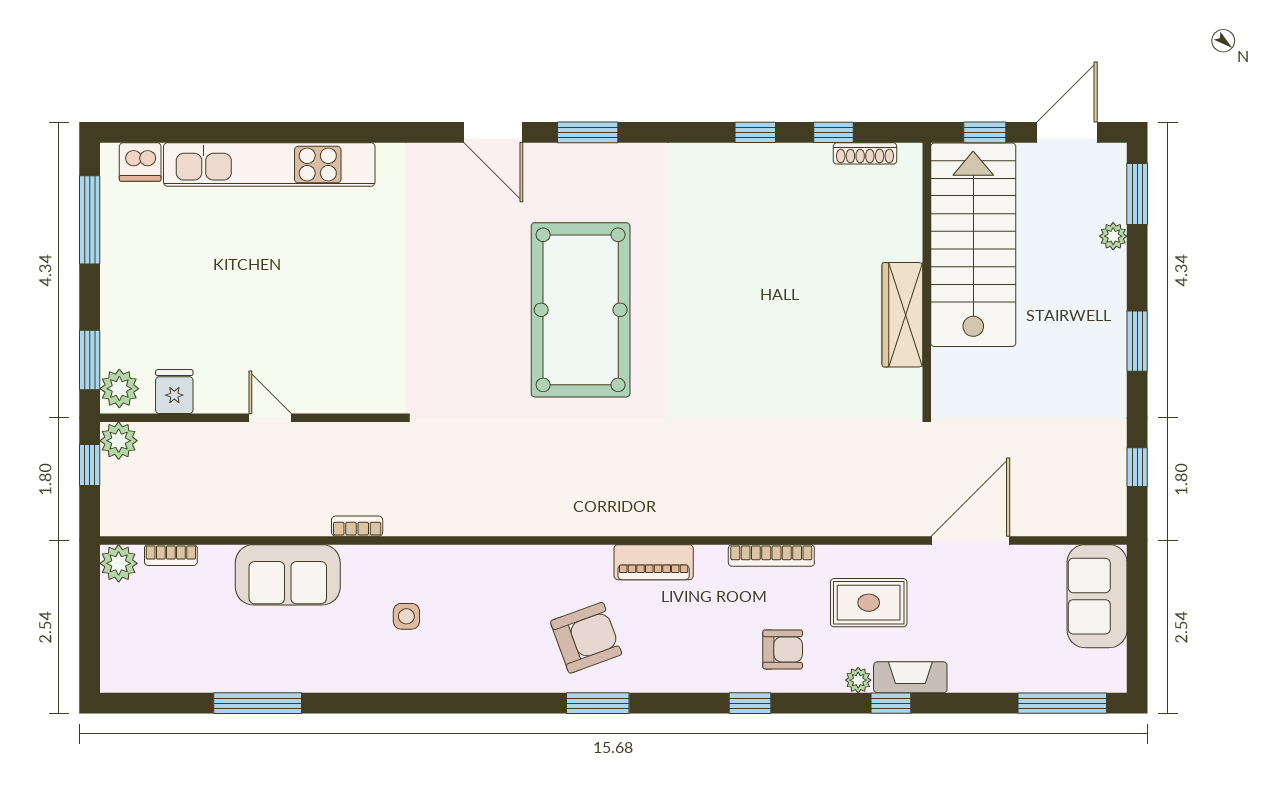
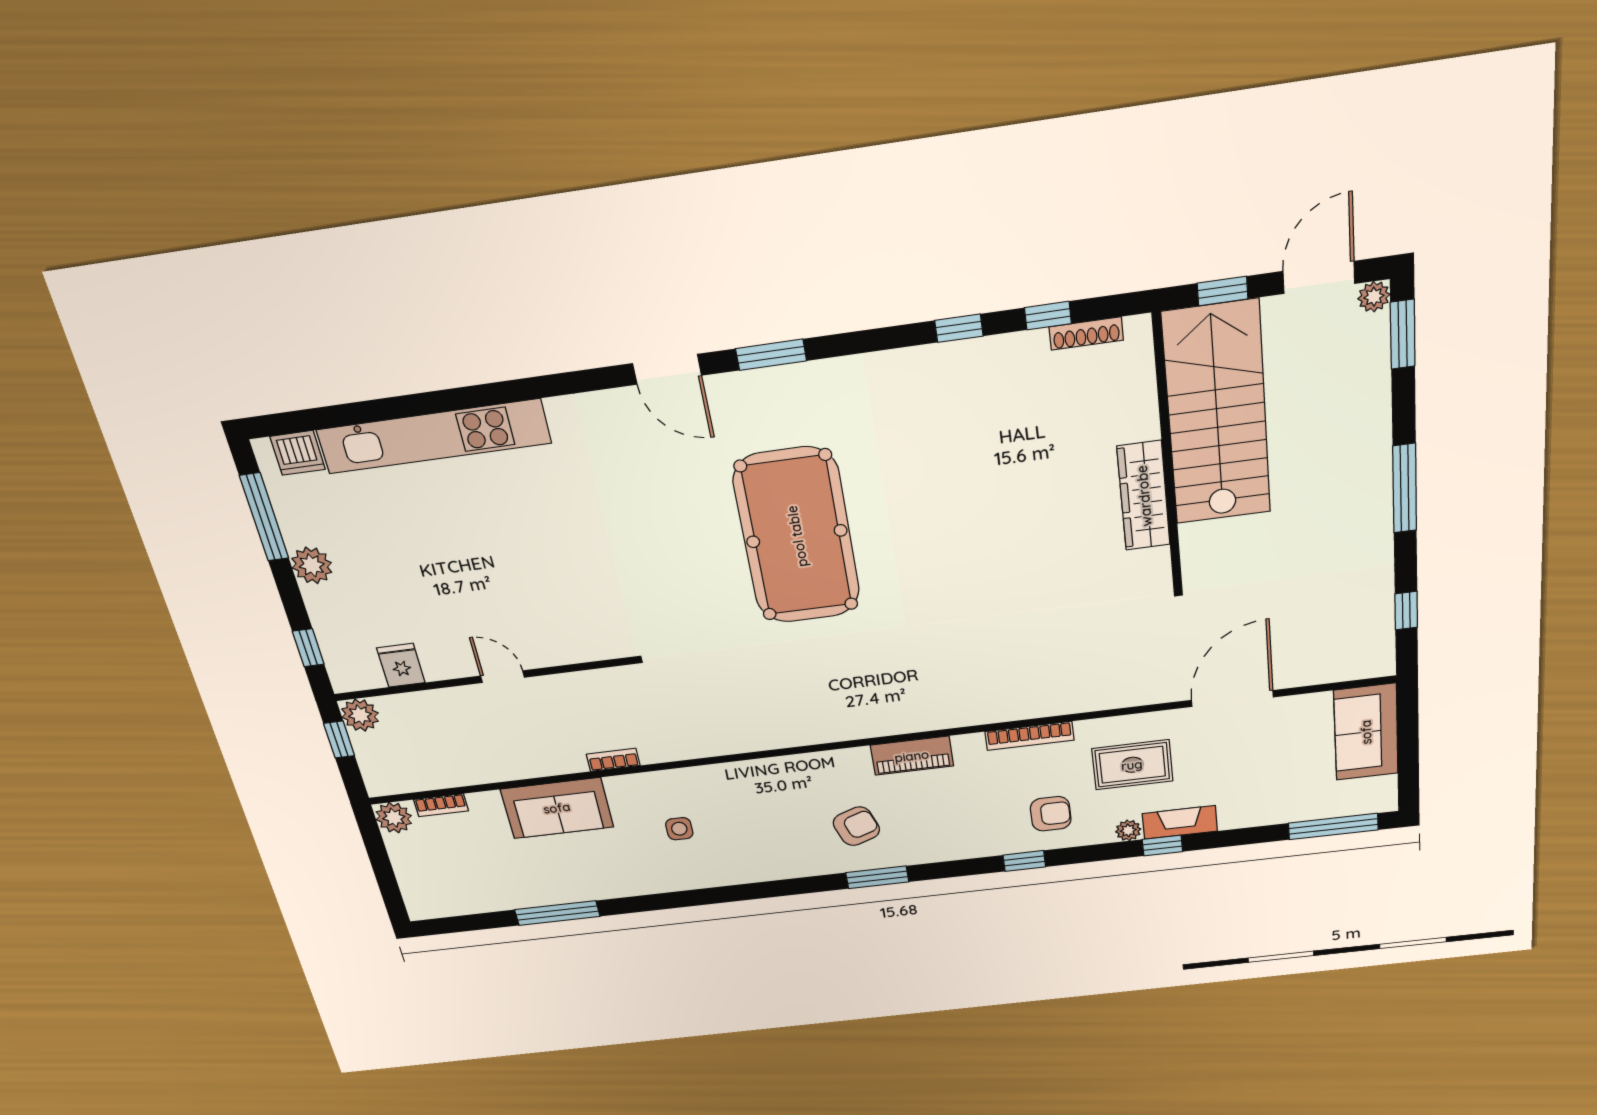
plant: (1113, 236) -> (1374, 297), moved
window: (1137, 341) -> (1405, 488), width x1.44
window: (90, 360) -> (308, 648), width x0.67
plant: (119, 389) -> (312, 565), moved
armchair: (586, 638) -> (856, 826), width x0.72, depth x0.72

